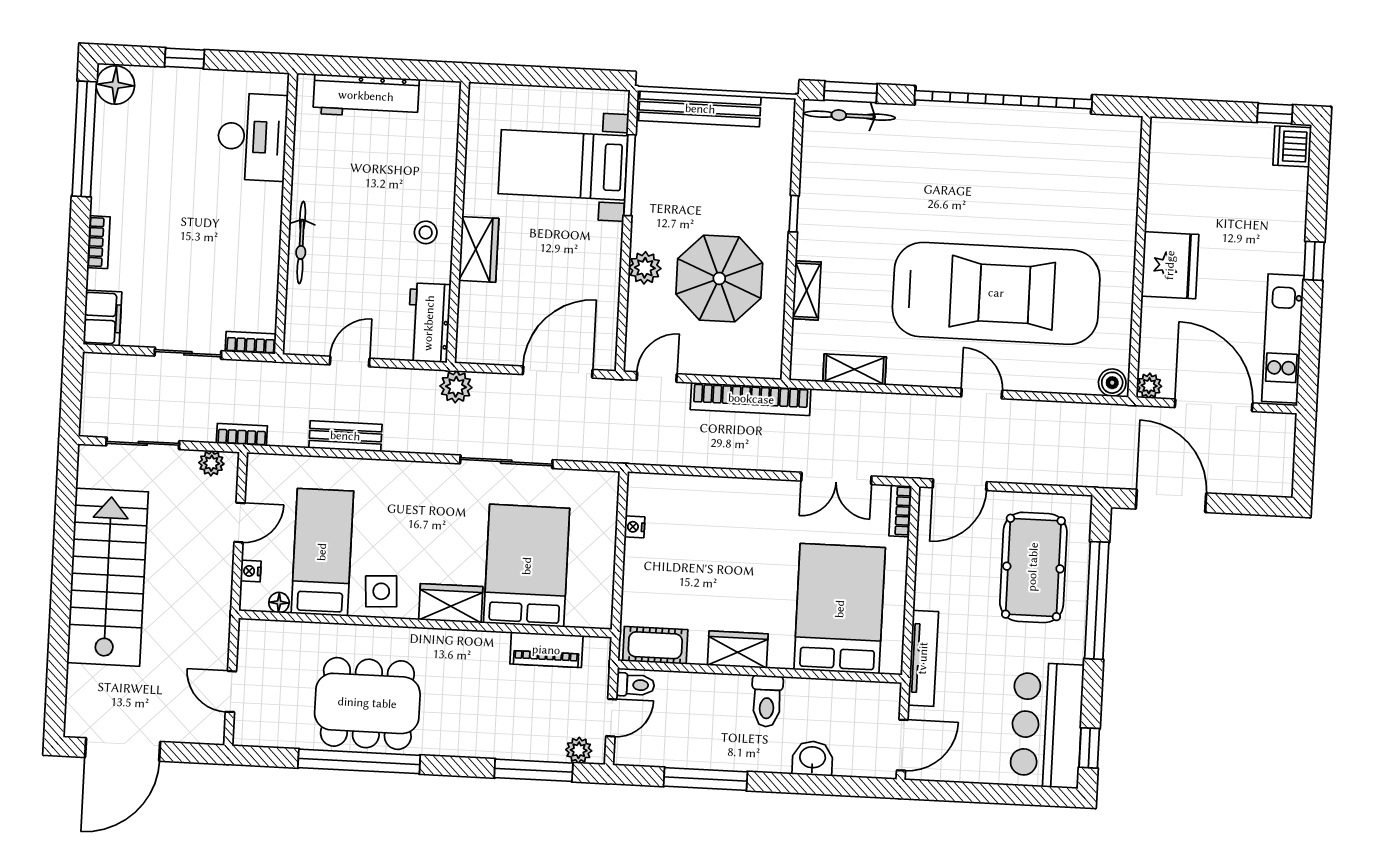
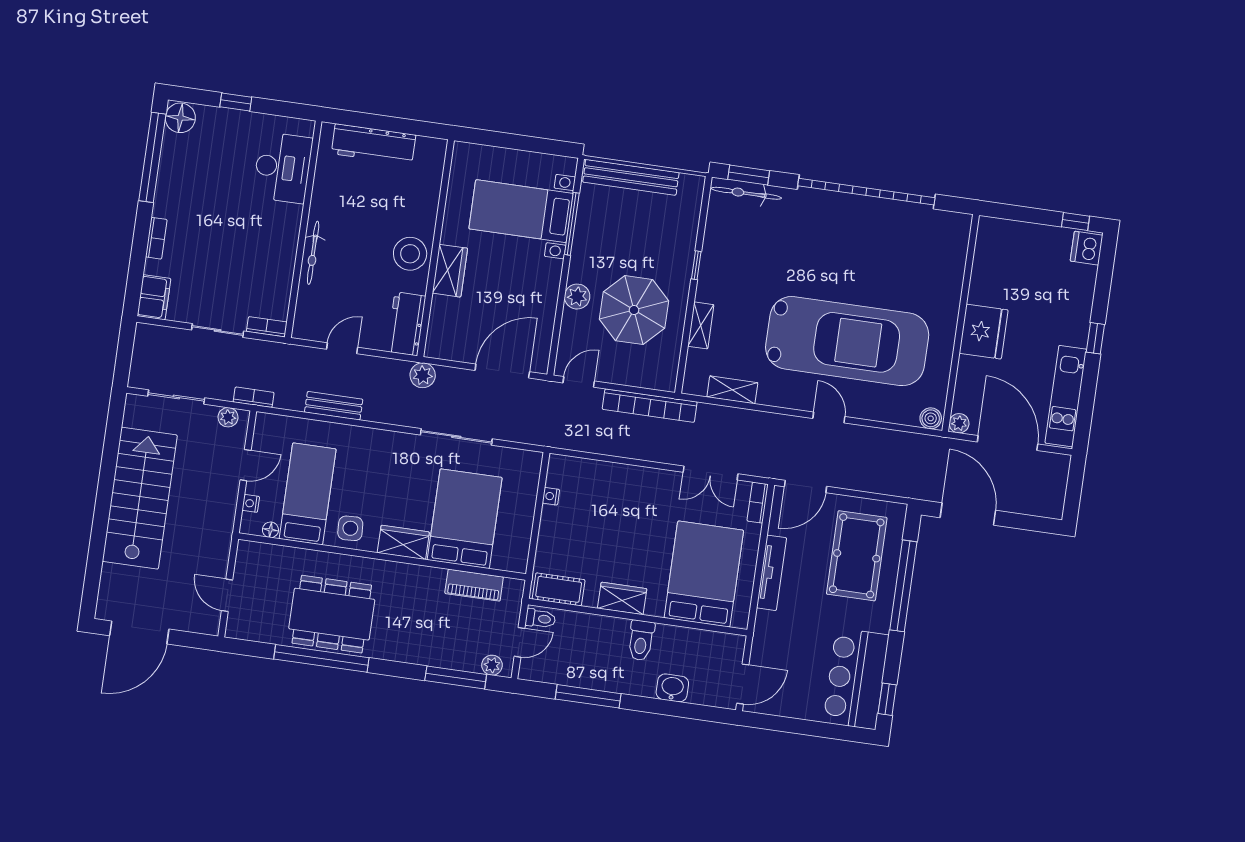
stool: (426, 232) -> (410, 254), width x1.89, depth x1.89
tv unit: (923, 658) -> (772, 573), moved

